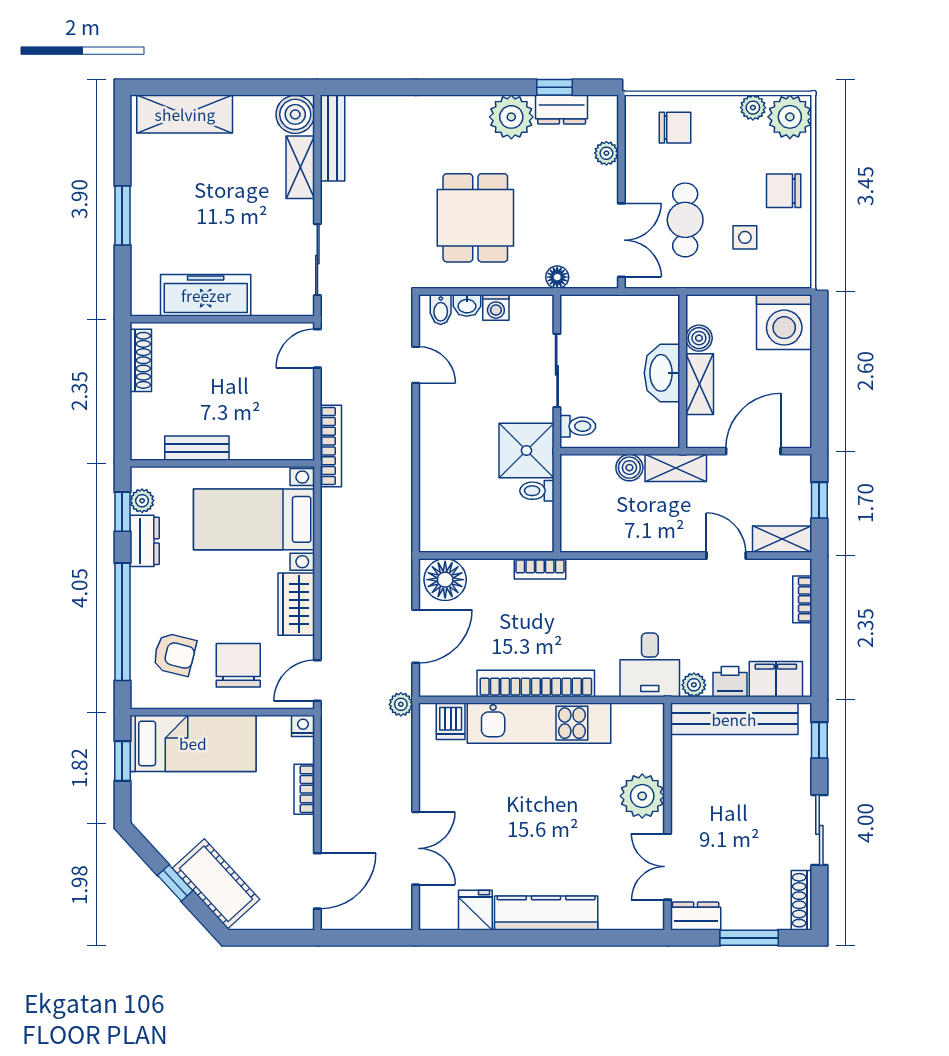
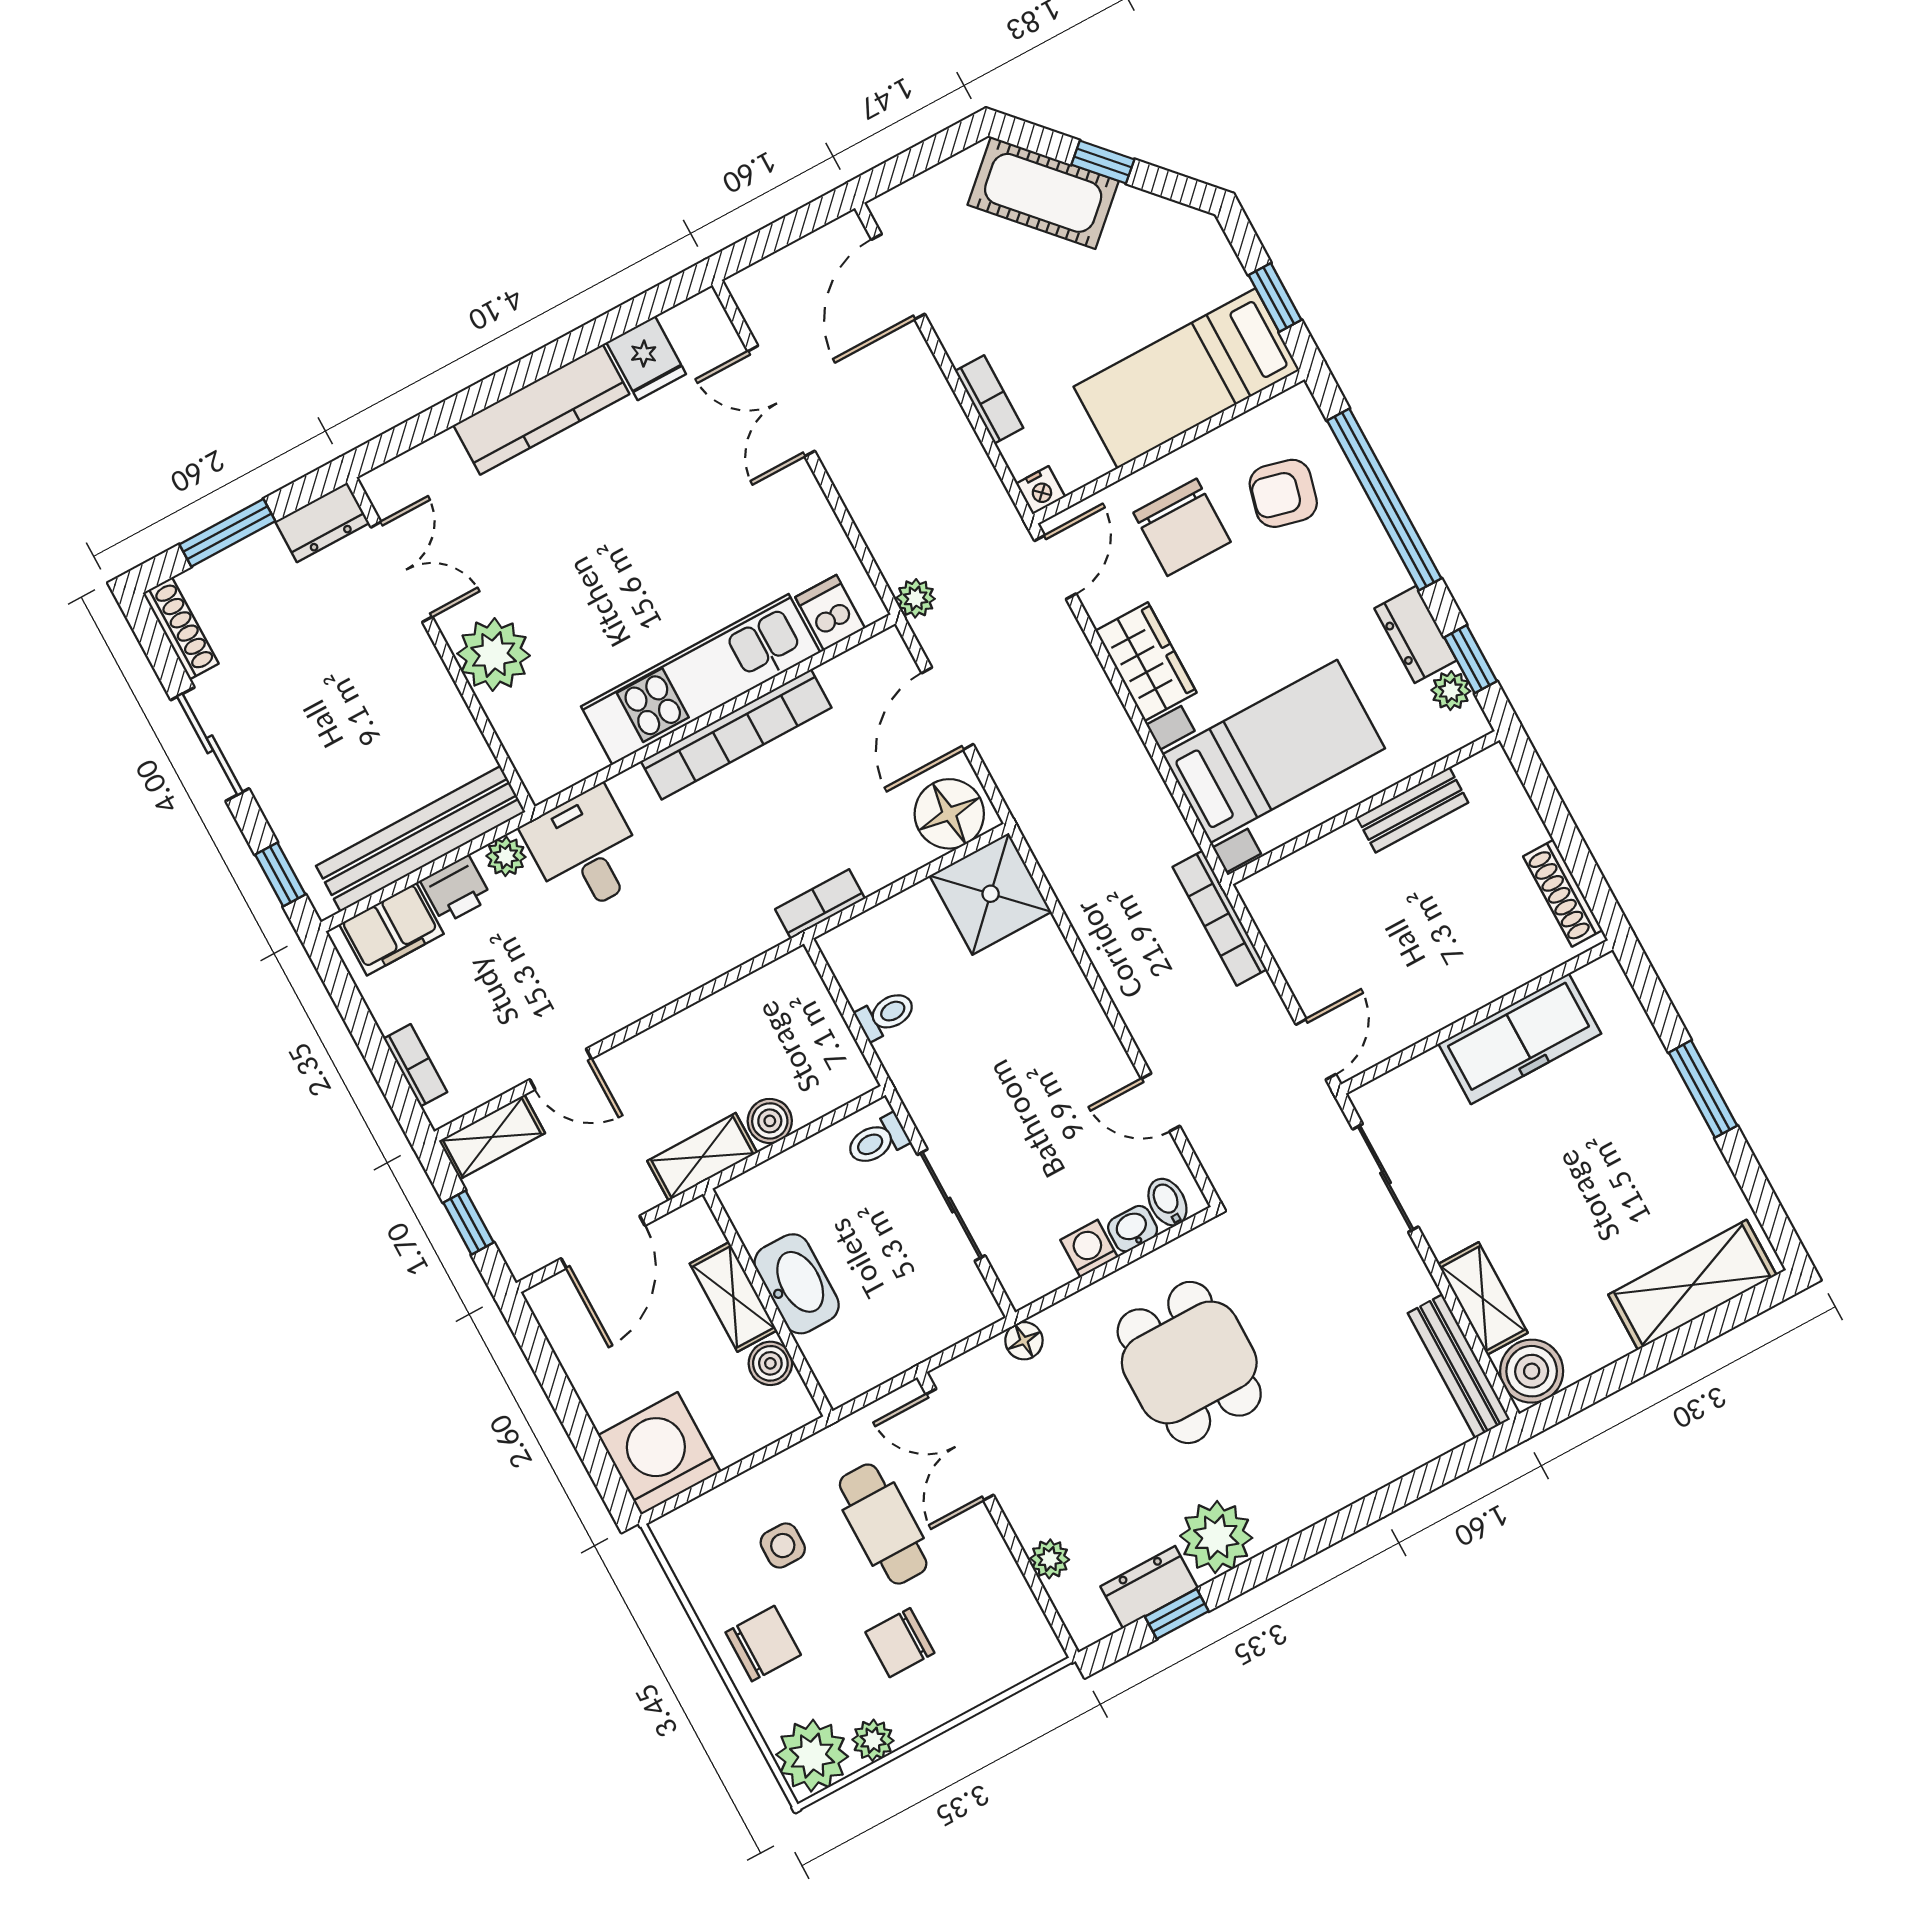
chair: (675, 128) -> (900, 1643), moved
shower: (526, 450) -> (991, 894), moved

